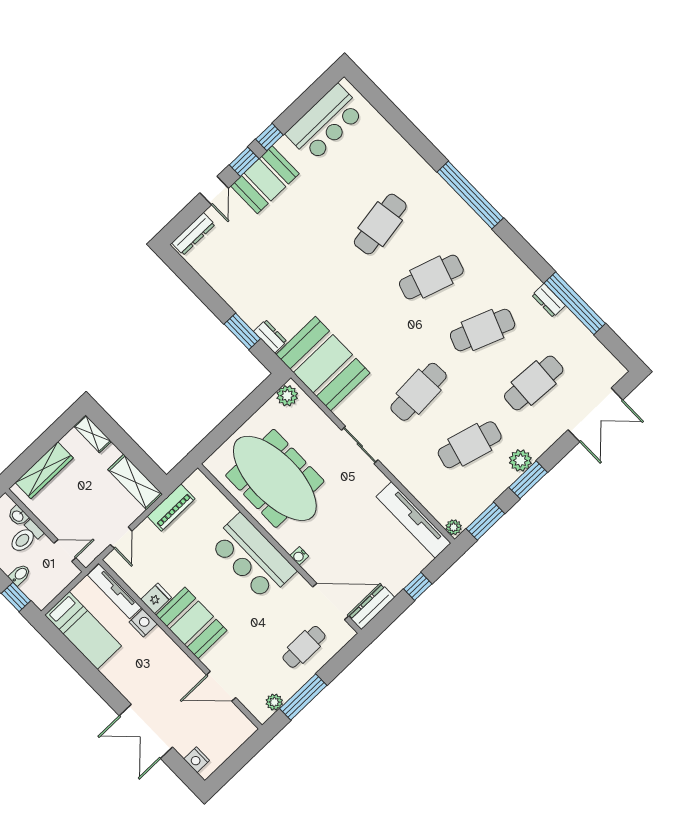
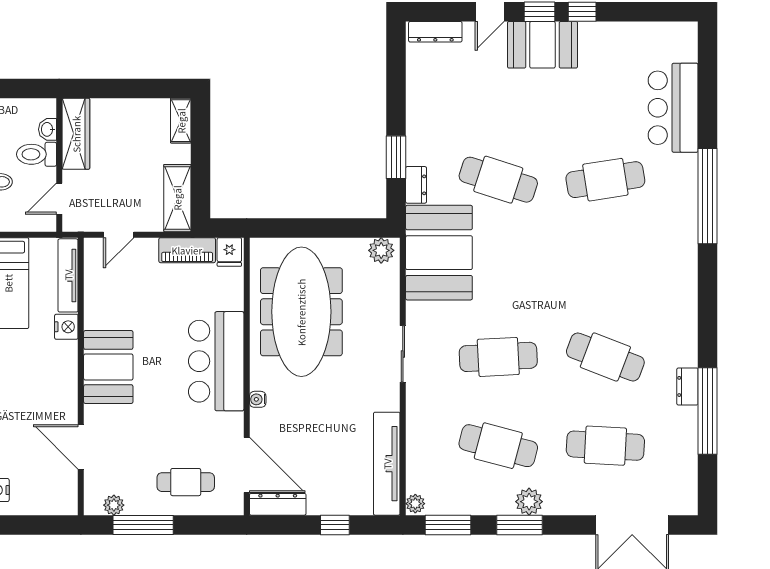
bar counter: (325, 123) -> (673, 108), moved, turned 90
window: (470, 195) -> (708, 196), moved
cafe table: (431, 277) -> (498, 180), moved
wardrobe: (44, 470) -> (76, 134), moved, turned -90
door: (65, 550) -> (59, 199), swing flipped
fridge: (156, 598) -> (229, 252), moved, turned 90

